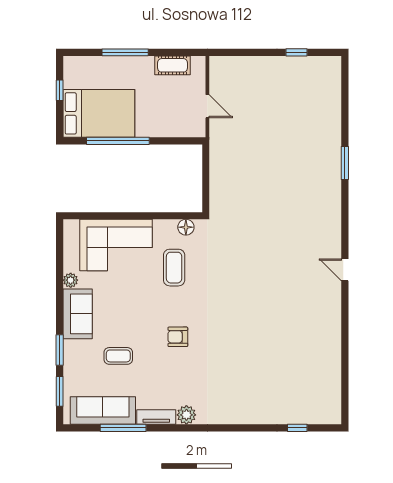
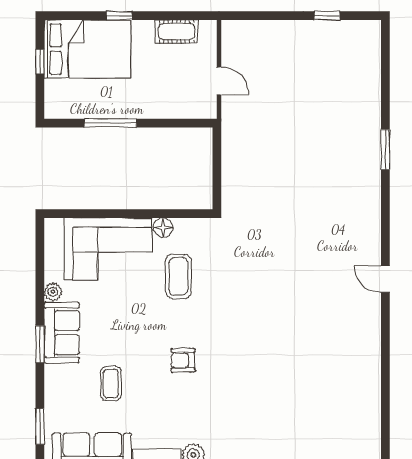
window: (125, 52) -> (119, 16), width x0.46
bed: (99, 113) -> (87, 49), moved
window: (118, 141) -> (110, 123), width x0.68
floor lamp: (186, 227) -> (163, 228), moved
window: (60, 350) -> (40, 344), moved
coffee table: (118, 356) -> (111, 383), turned 90

